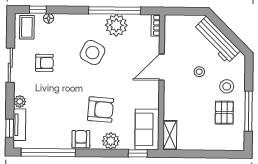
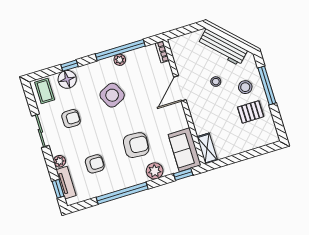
window: (38, 10) -> (69, 66), moved
floor lamp: (49, 18) -> (67, 79), width x1.89, depth x1.89
plant: (116, 25) -> (120, 60), width x0.53, depth x0.53
side table: (92, 53) -> (112, 95), turned 36
window: (248, 111) -> (267, 85), moved
pallet: (224, 113) -> (251, 112), turned 90
armchair: (81, 139) -> (95, 164), moved, turned 90
window: (48, 152) -> (122, 193), moved

